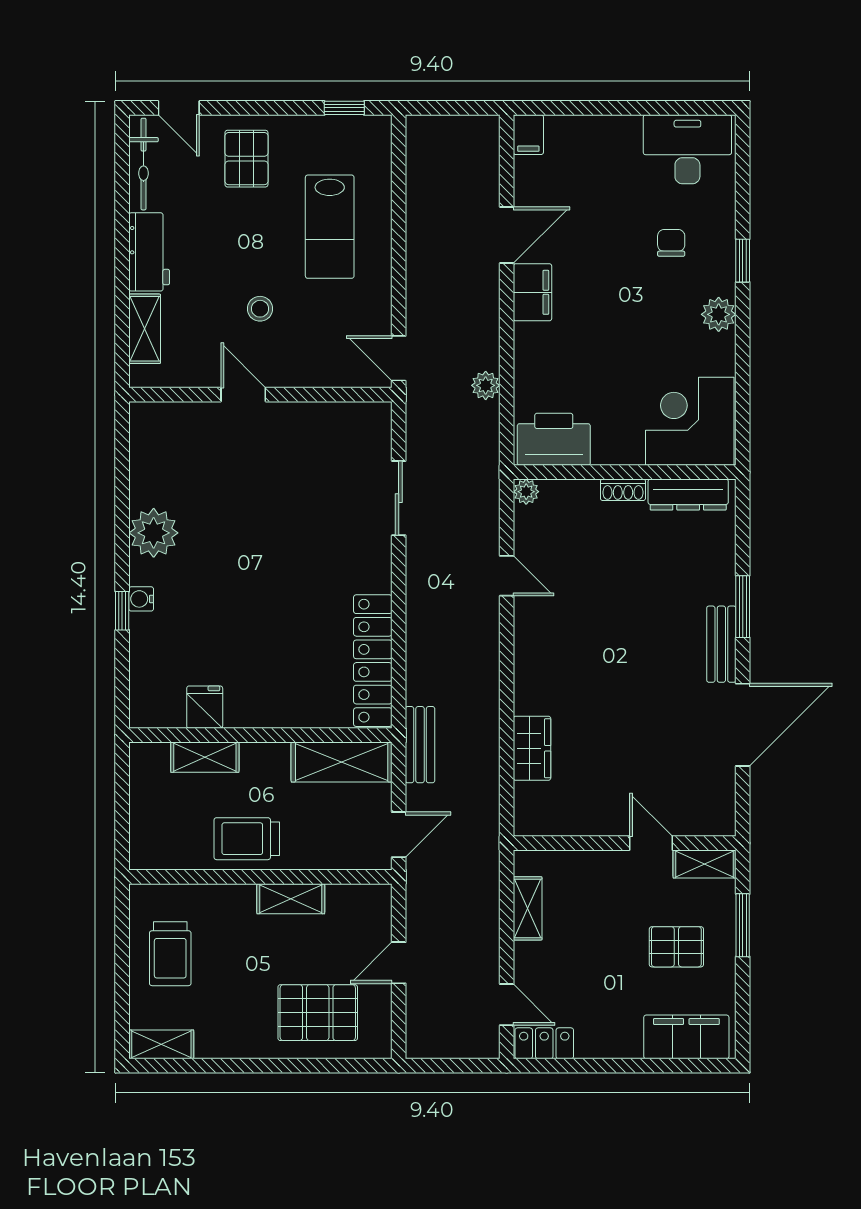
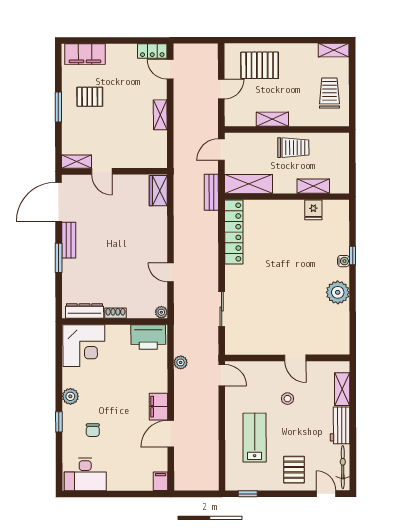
wall: (625, 843) -> (114, 171), moved
door: (651, 843) -> (102, 171), moved
shelving: (705, 864) -> (77, 162), moved

